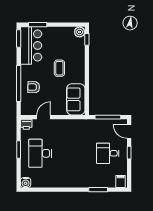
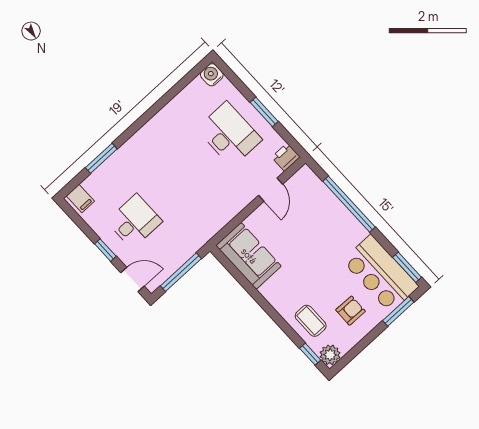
coffee table: (59, 68) -> (311, 321), moved
armchair: (34, 87) -> (351, 311), moved

